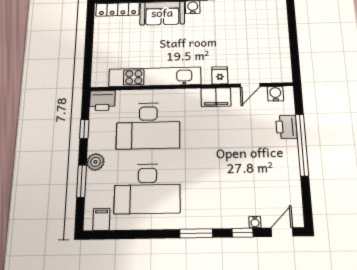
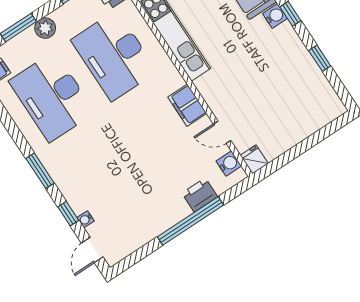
fridge: (220, 75) -> (254, 159), moved, turned -90
door: (282, 232) -> (92, 250), swing flipped

